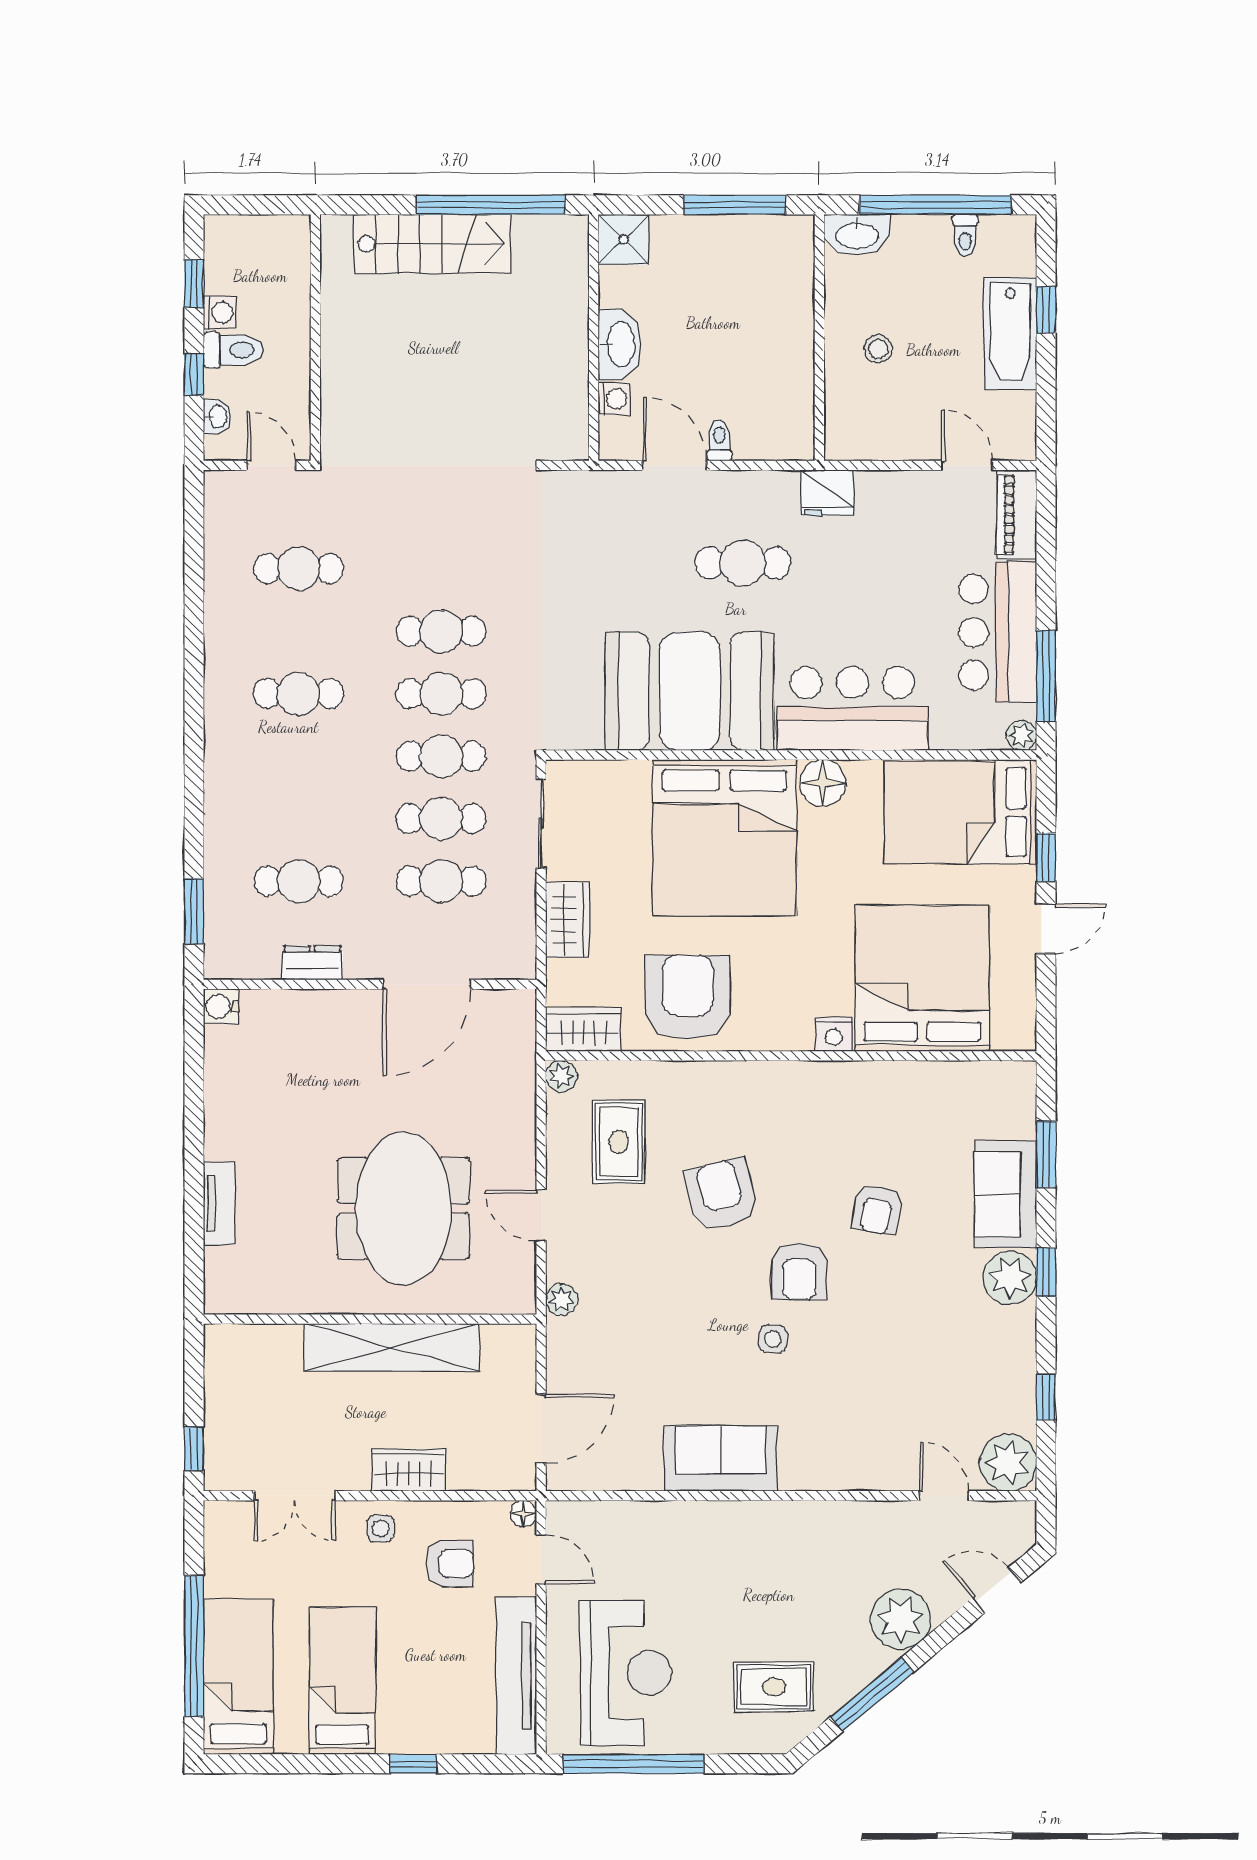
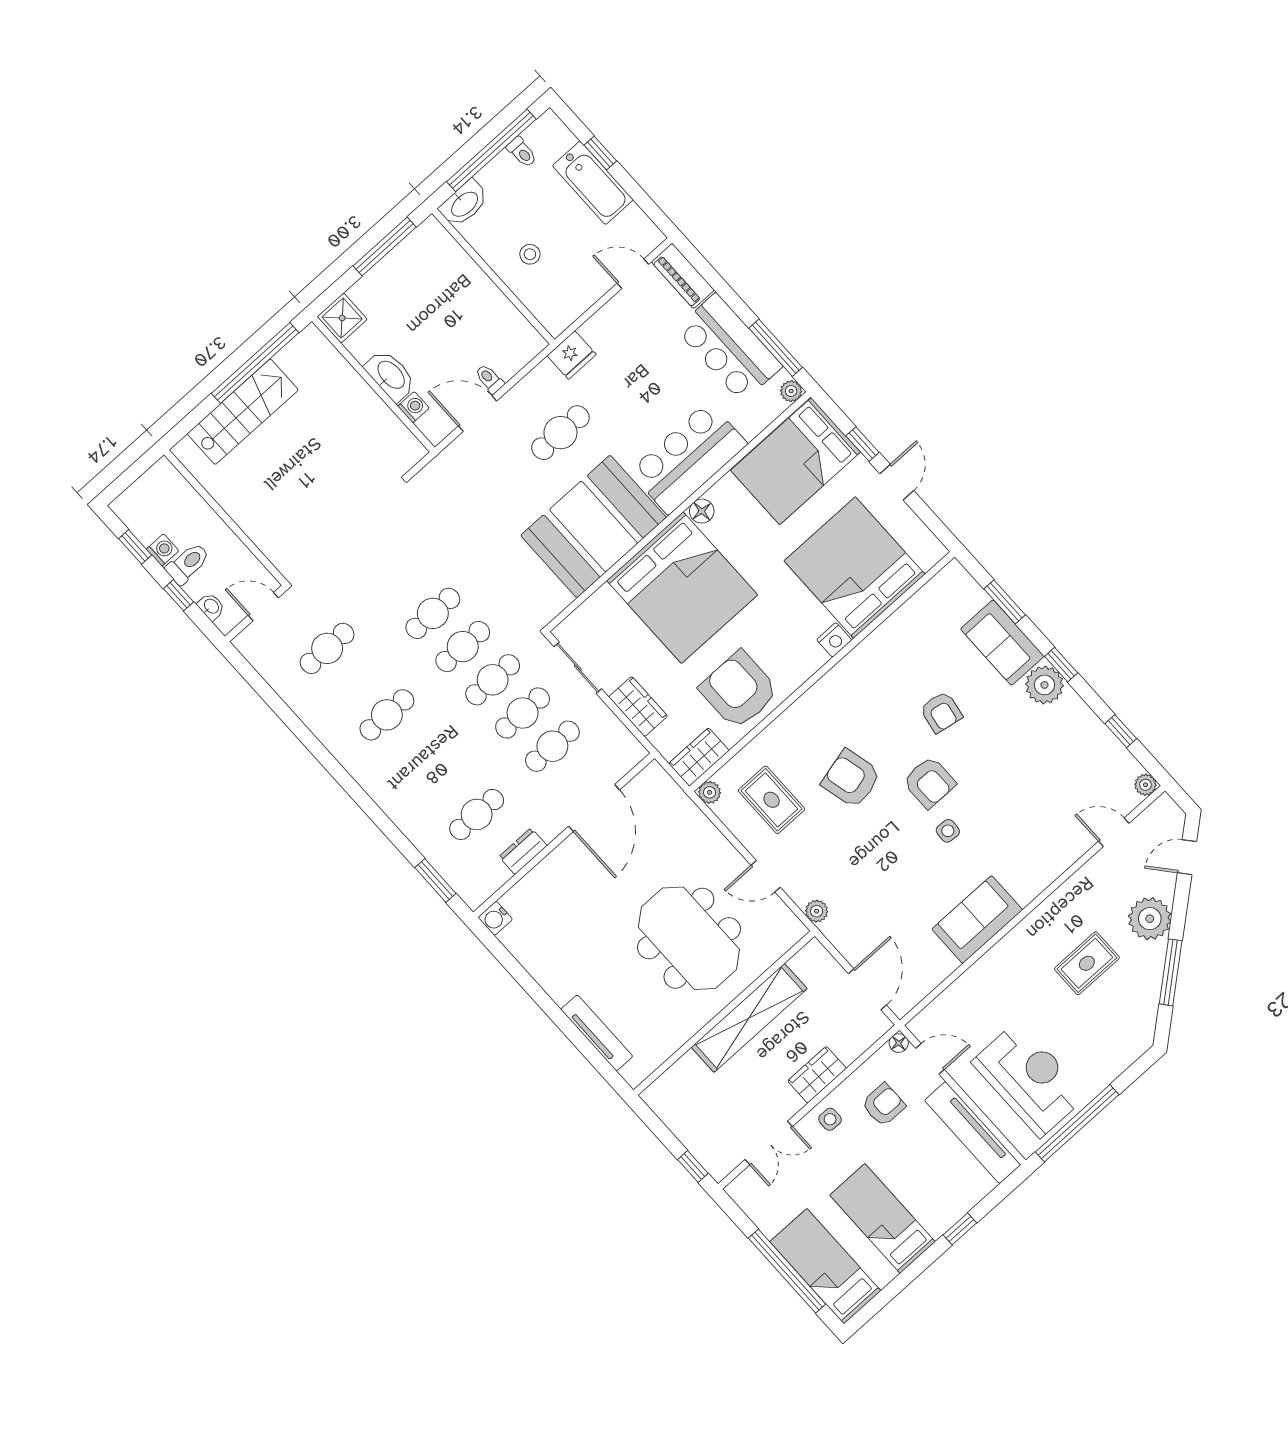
floor lamp: (823, 783) -> (702, 511), width x0.73, depth x0.73
tv unit: (219, 1204) -> (597, 1033), width x1.41
plant: (1008, 1463) -> (1145, 785), width x0.53, depth x0.53
rug: (774, 1687) -> (1087, 963), moved

